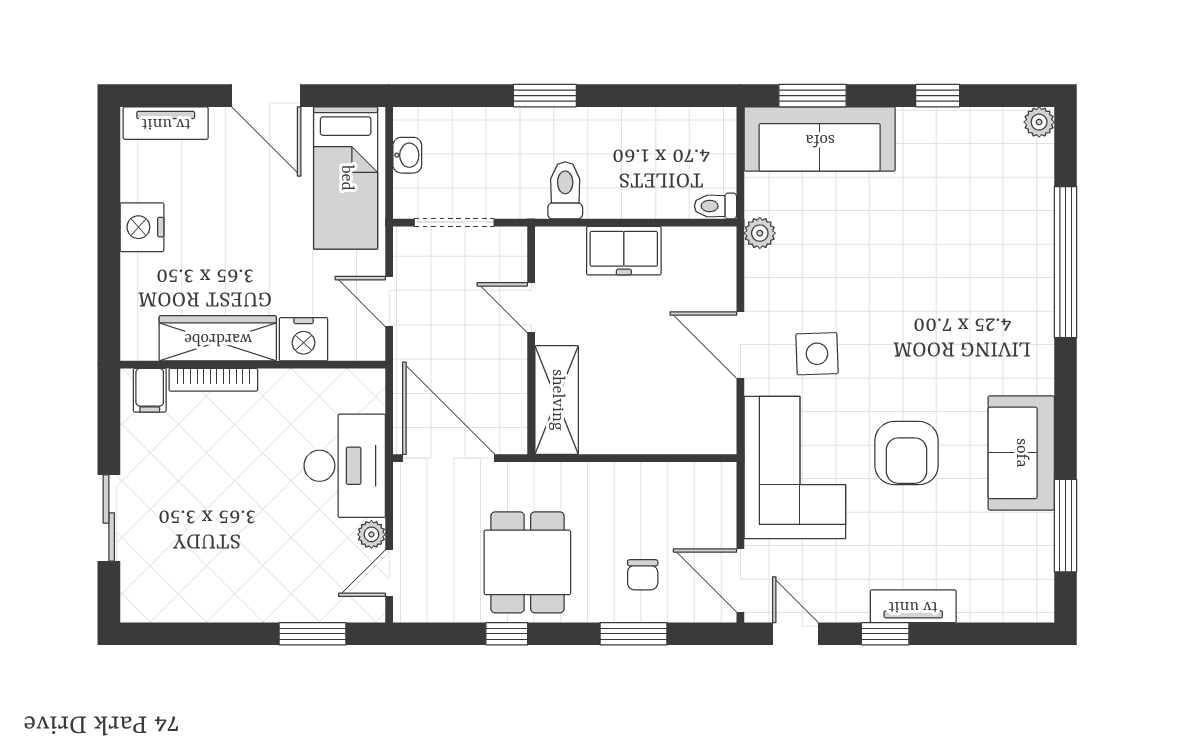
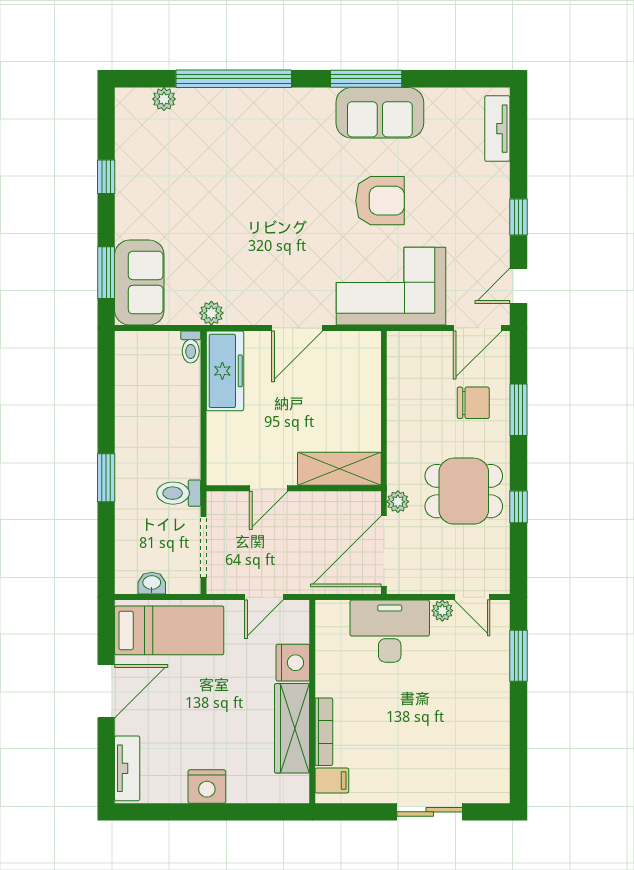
plant: (1039, 122) -> (164, 99), moved
sofa: (820, 139) -> (139, 283), width x0.73
toilet: (565, 190) -> (179, 493), moved
freezer: (624, 251) -> (225, 371), moved, width x1.40
side table: (817, 354) -> (304, 269), removed
plant: (514, 476) -> (398, 502), added
window: (1065, 526) -> (366, 79), moved
chair: (643, 575) -> (473, 403), width x1.37, depth x1.37
tv unit: (913, 606) -> (497, 129), moved

